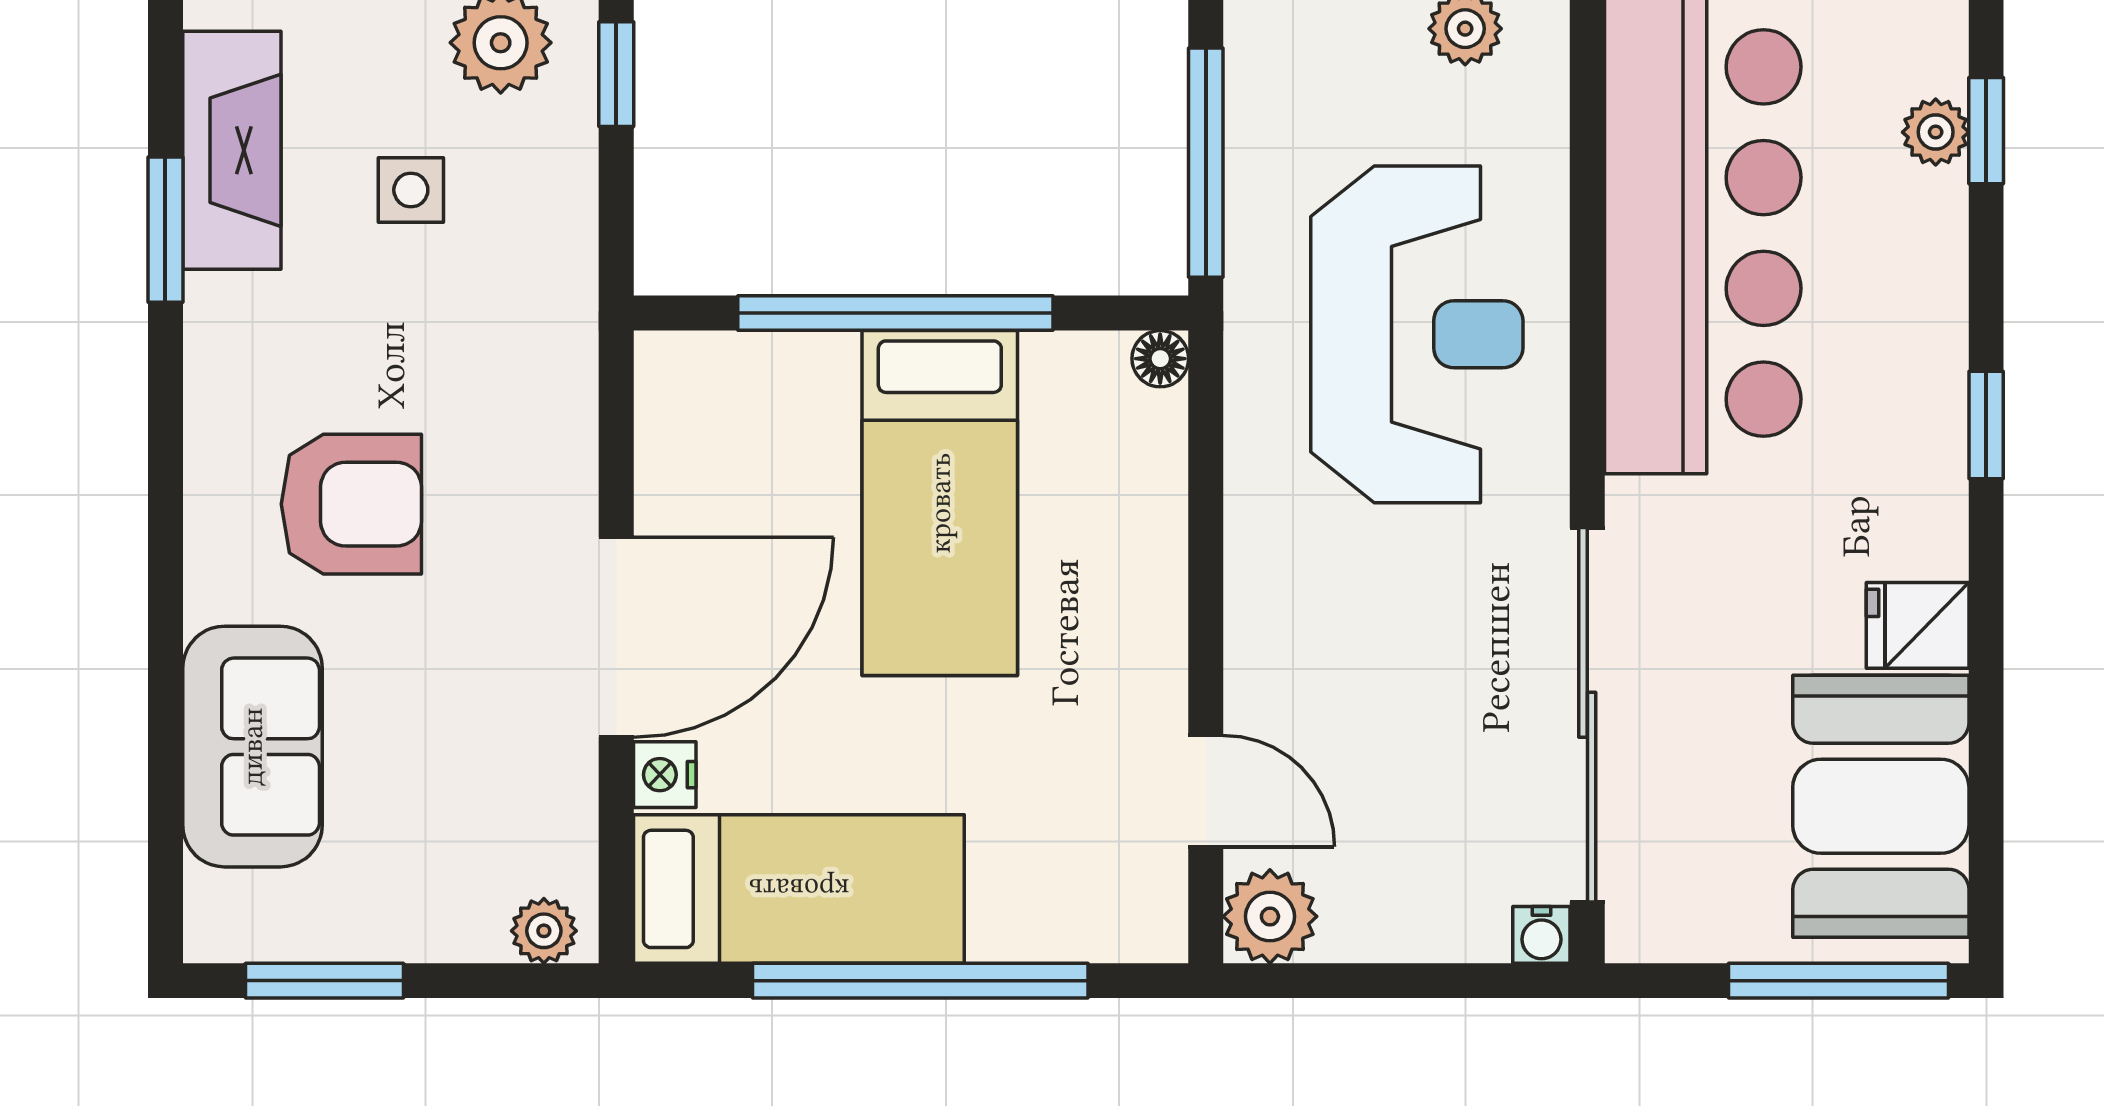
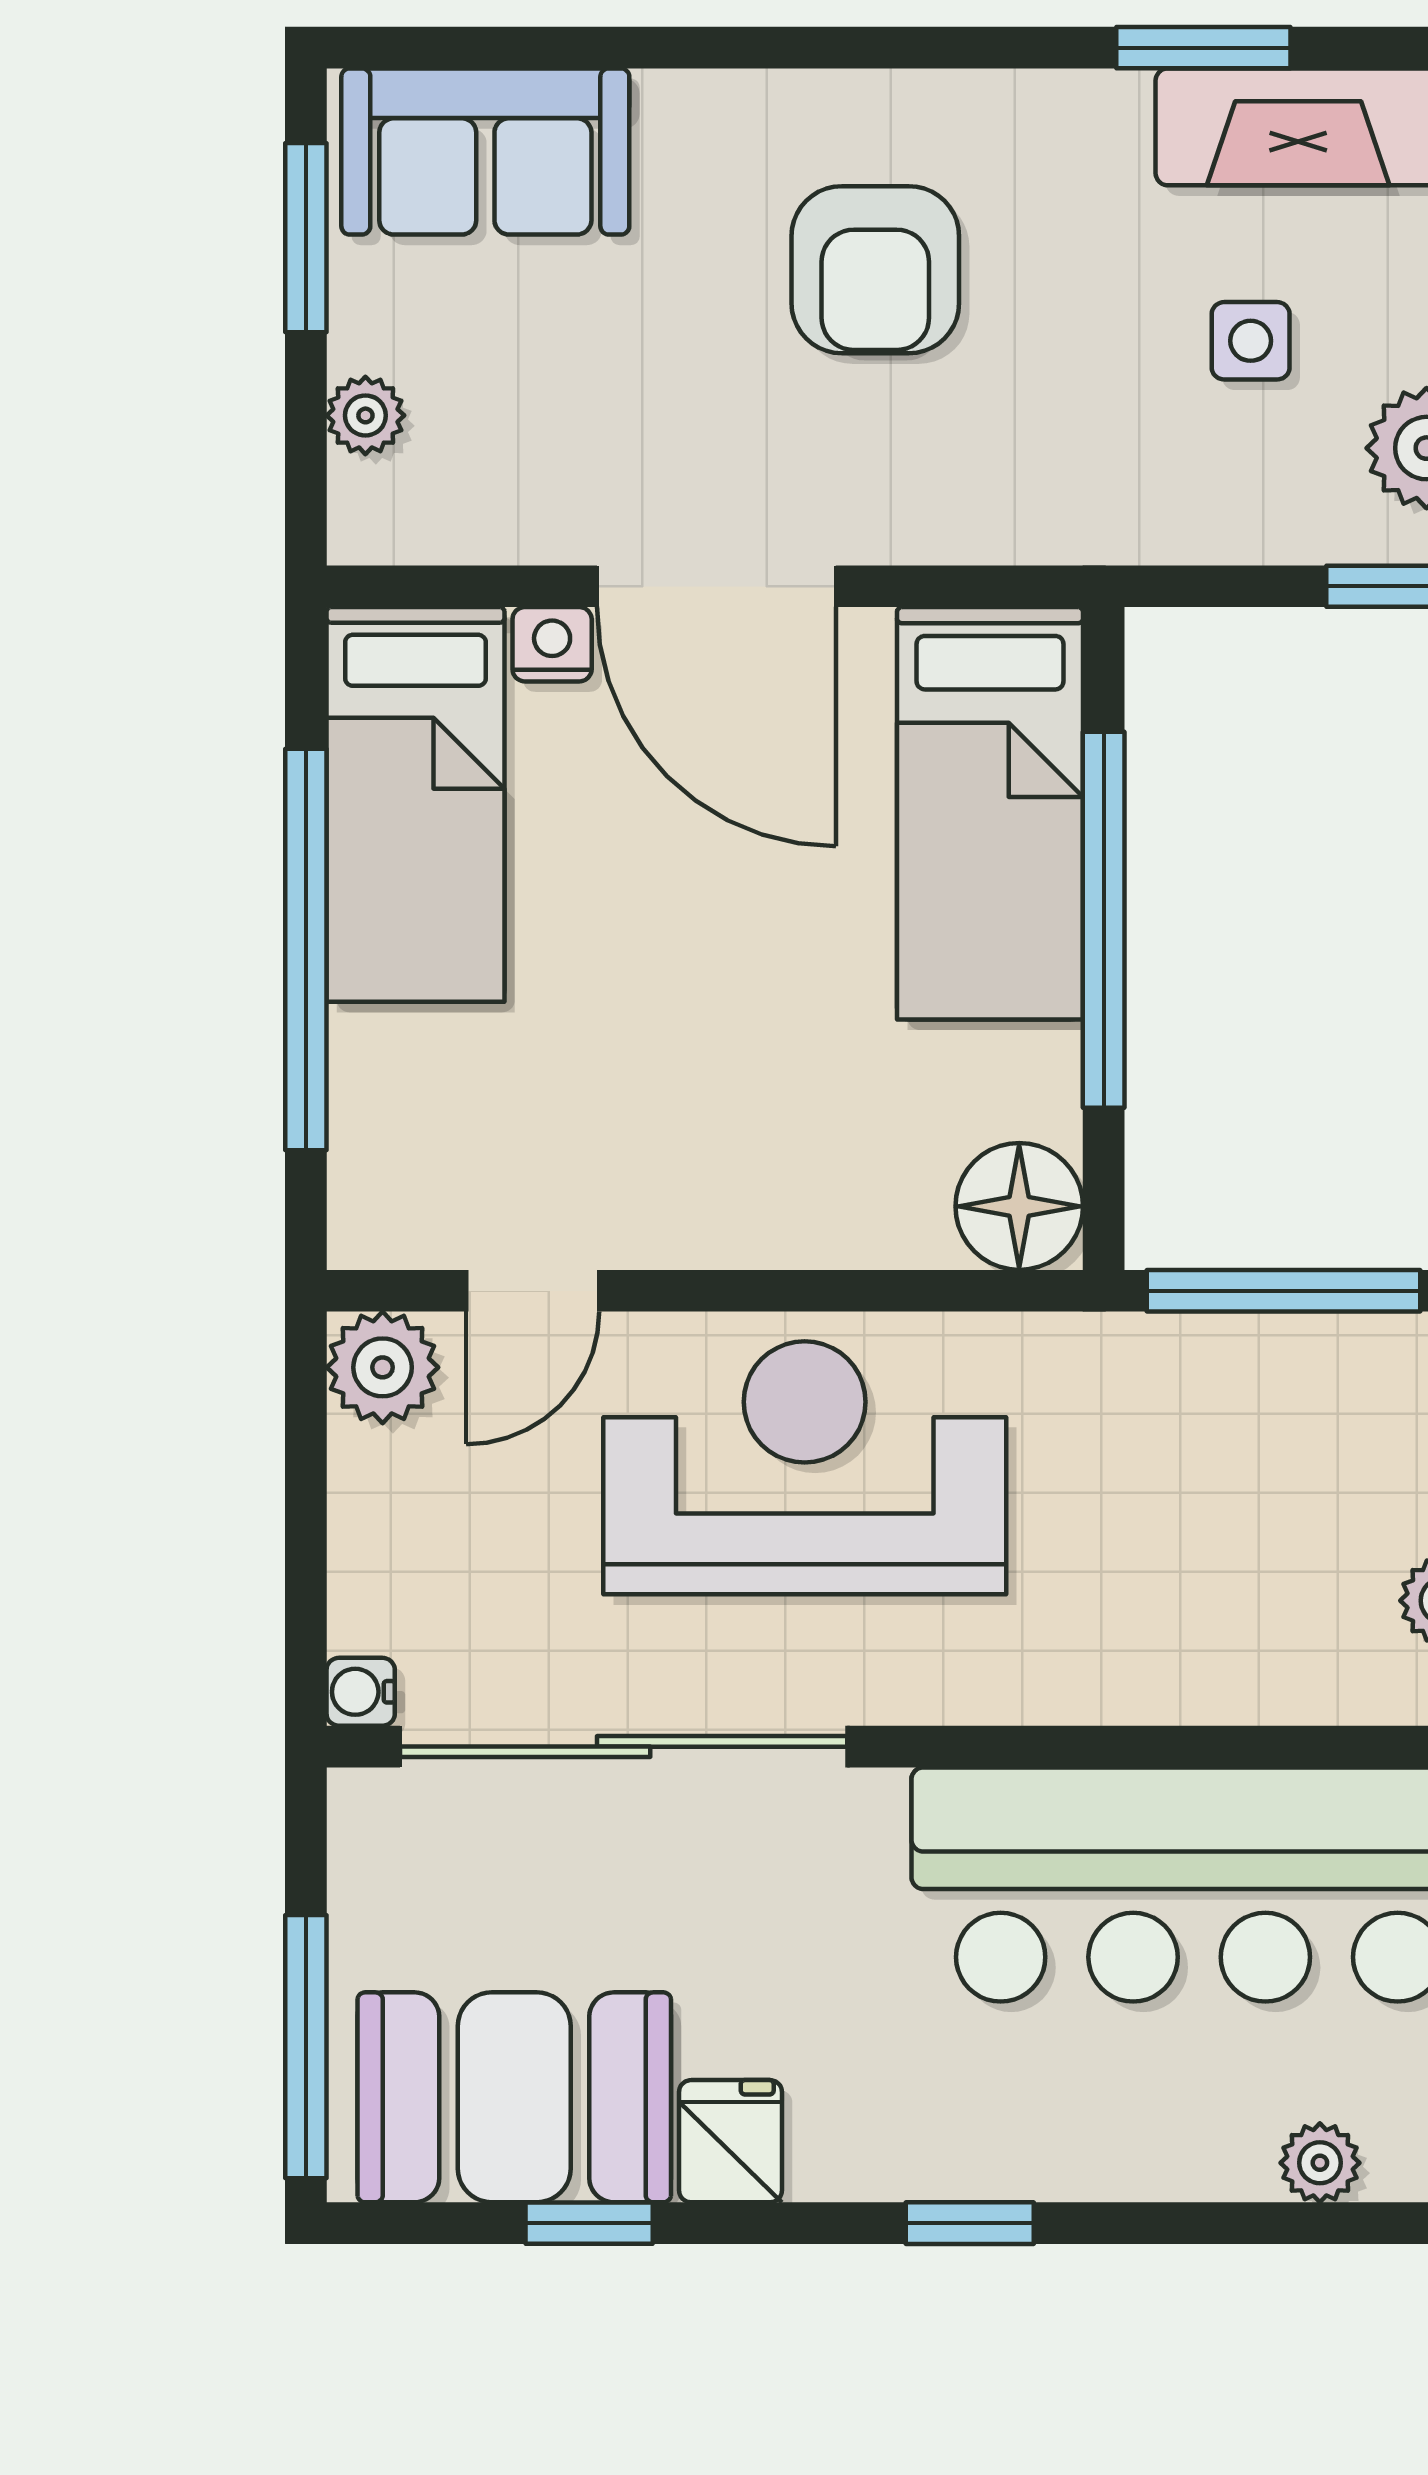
window: (1986, 131) -> (589, 2223), moved
reception desk: (1417, 334) -> (805, 1468), moved, turned 180
floor lamp: (1160, 359) -> (1019, 1206), width x1.89, depth x1.89
bed: (940, 503) -> (990, 813), moved, turned -90
sofa: (252, 747) -> (485, 151), moved
plant: (544, 931) -> (365, 415), moved

